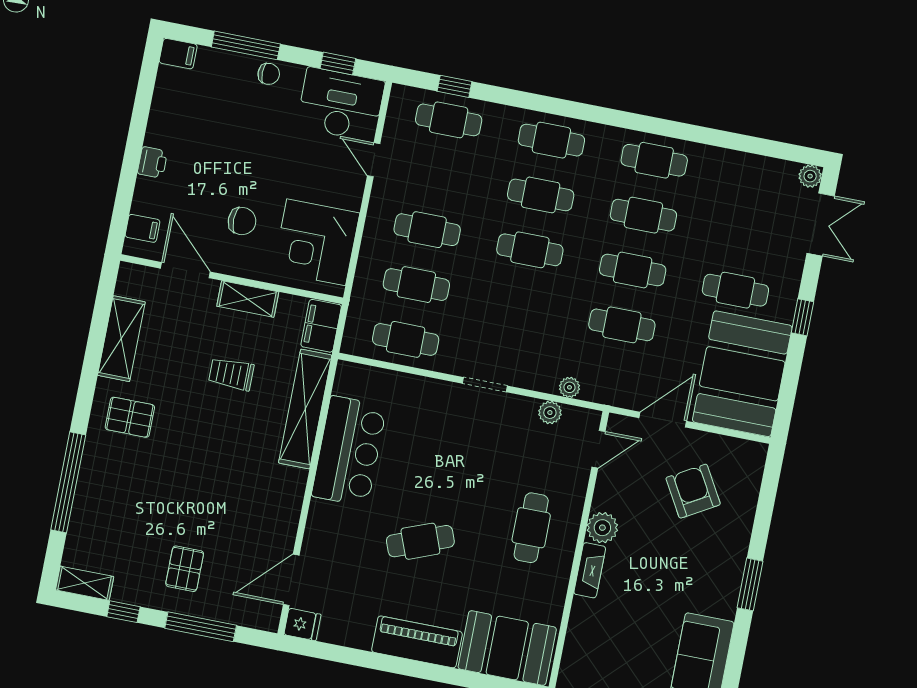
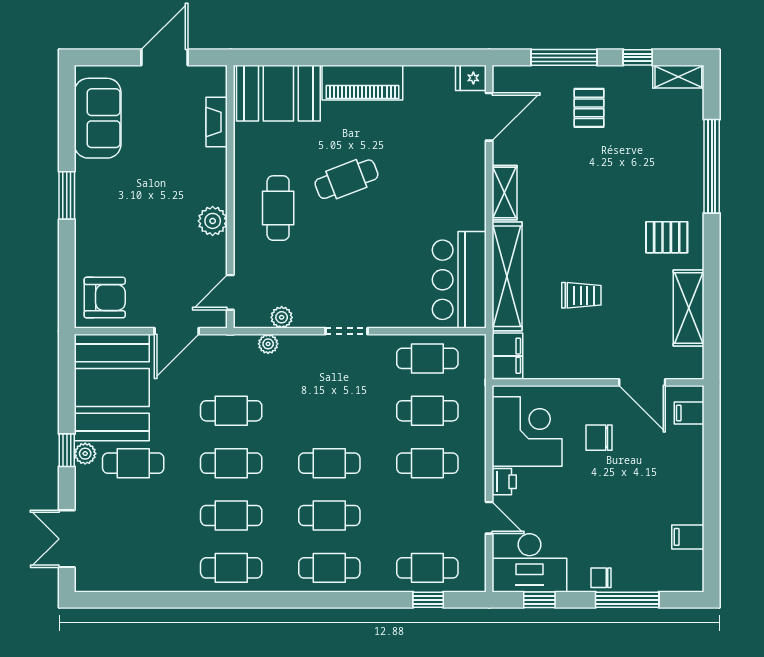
filing cabinet: (178, 54) -> (688, 537), moved
printer: (152, 162) -> (504, 482), moved, turned 180
plant: (810, 176) -> (85, 454), moved
shelving: (248, 299) -> (505, 193), moved, turned 90
bar counter: (349, 451) -> (459, 280), moved
armchair: (693, 491) -> (105, 298), moved, turned -60
cafe table: (420, 541) -> (346, 179), moved
fireplace: (590, 570) -> (217, 122), moved

